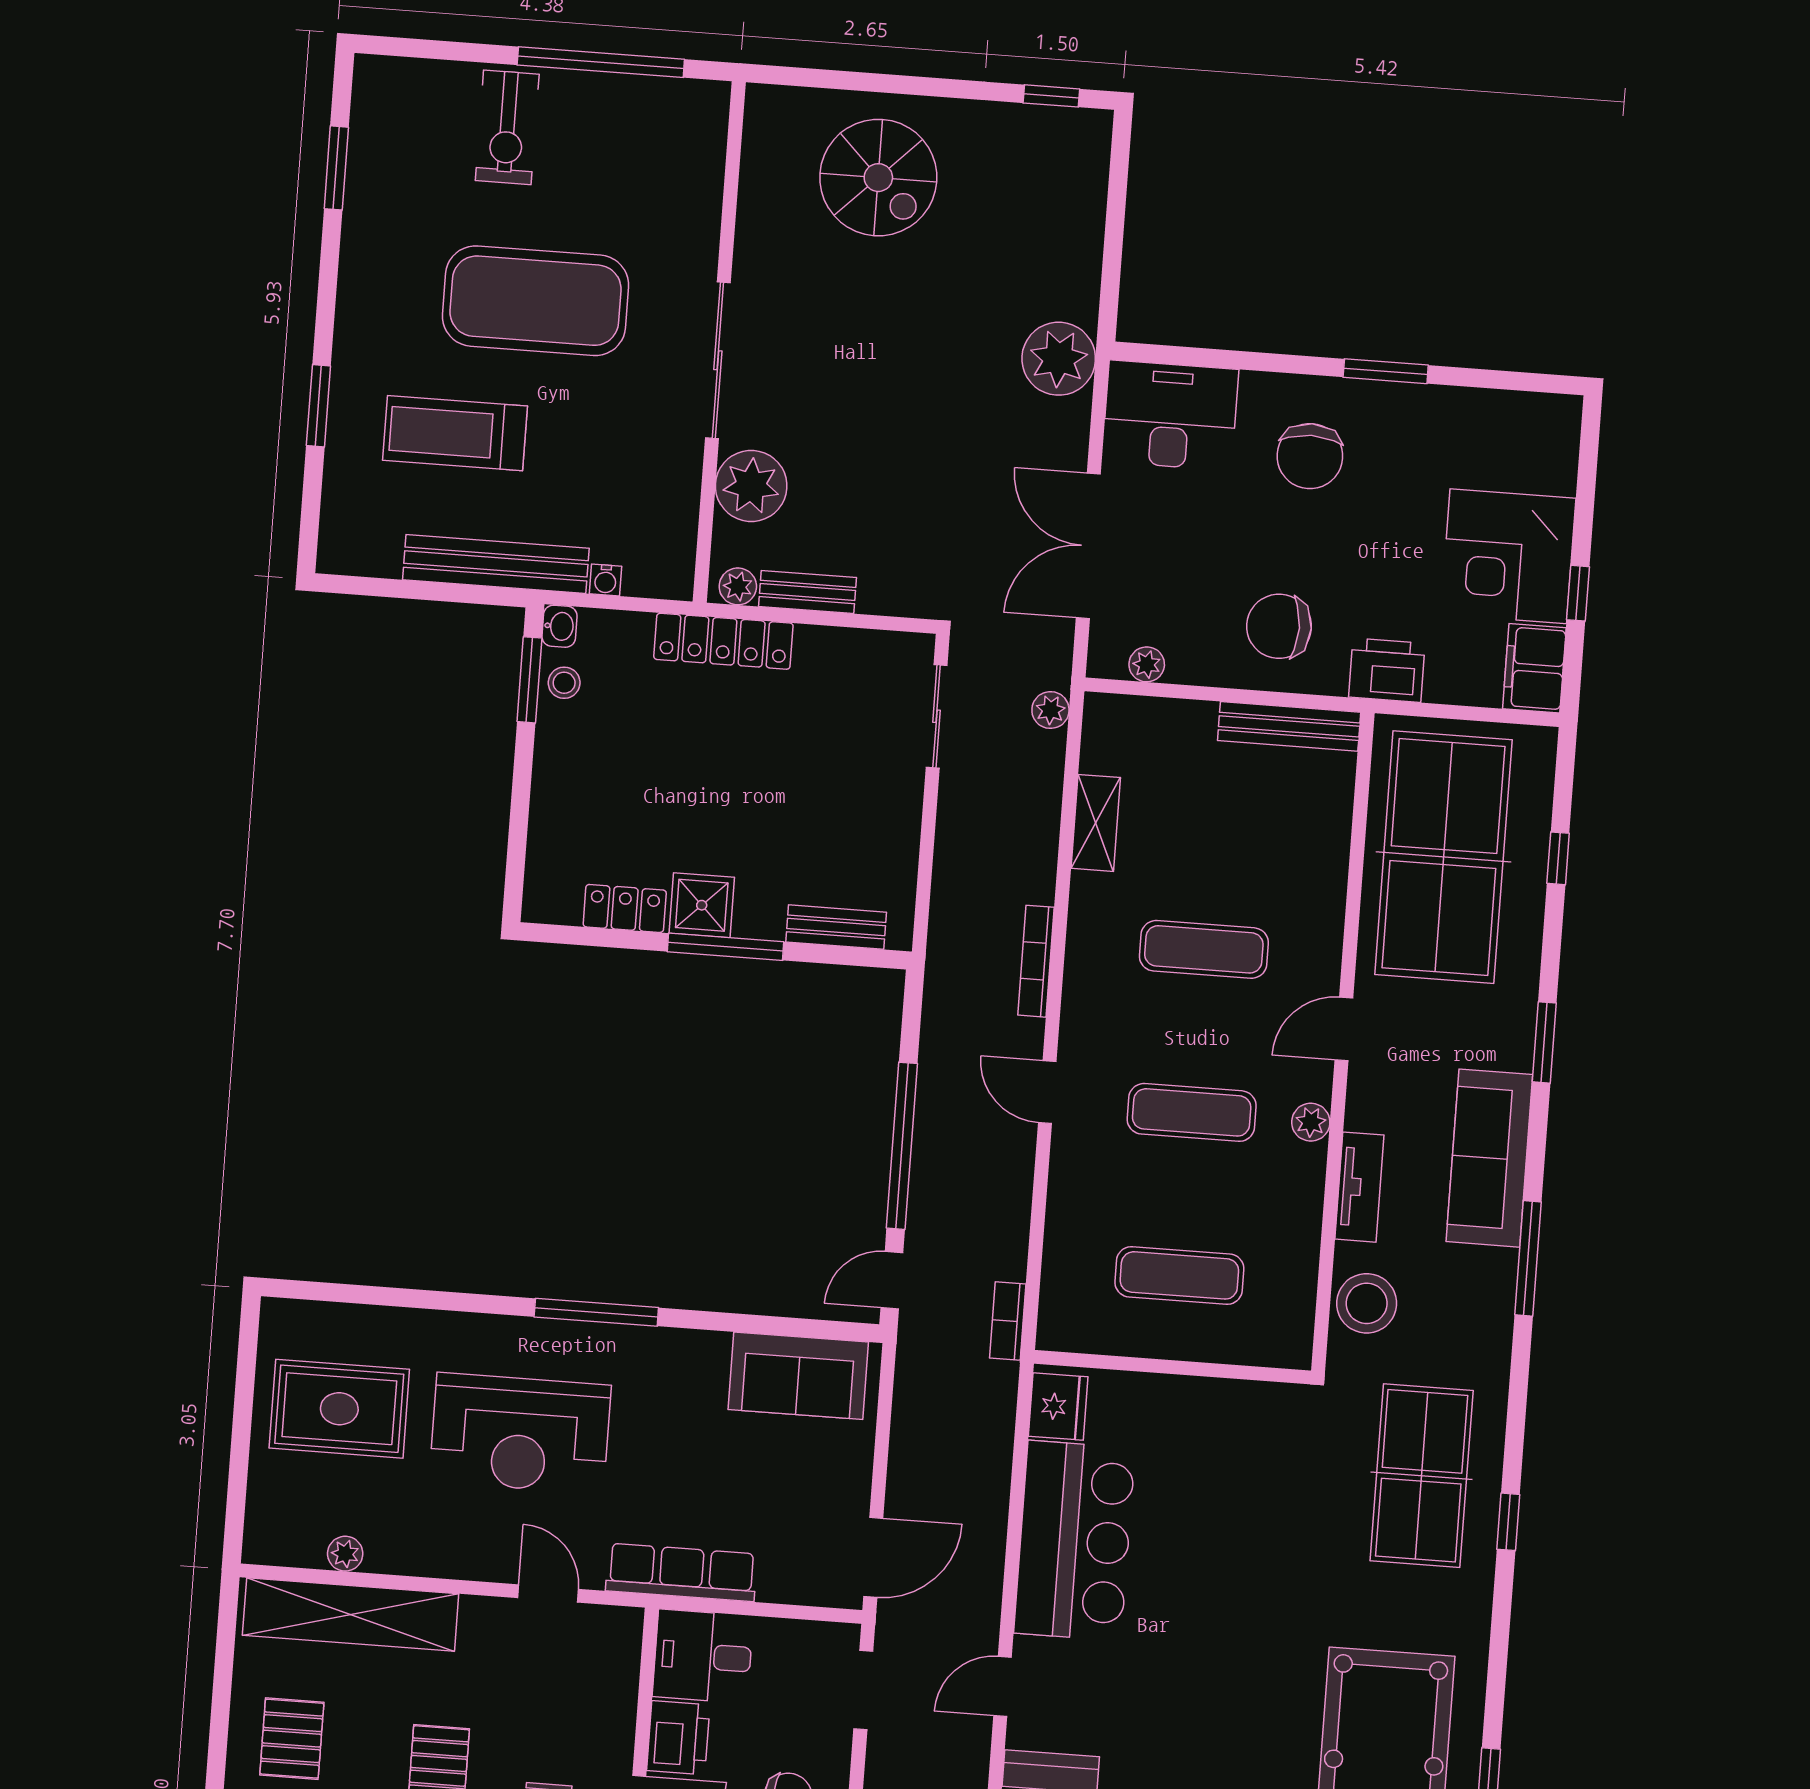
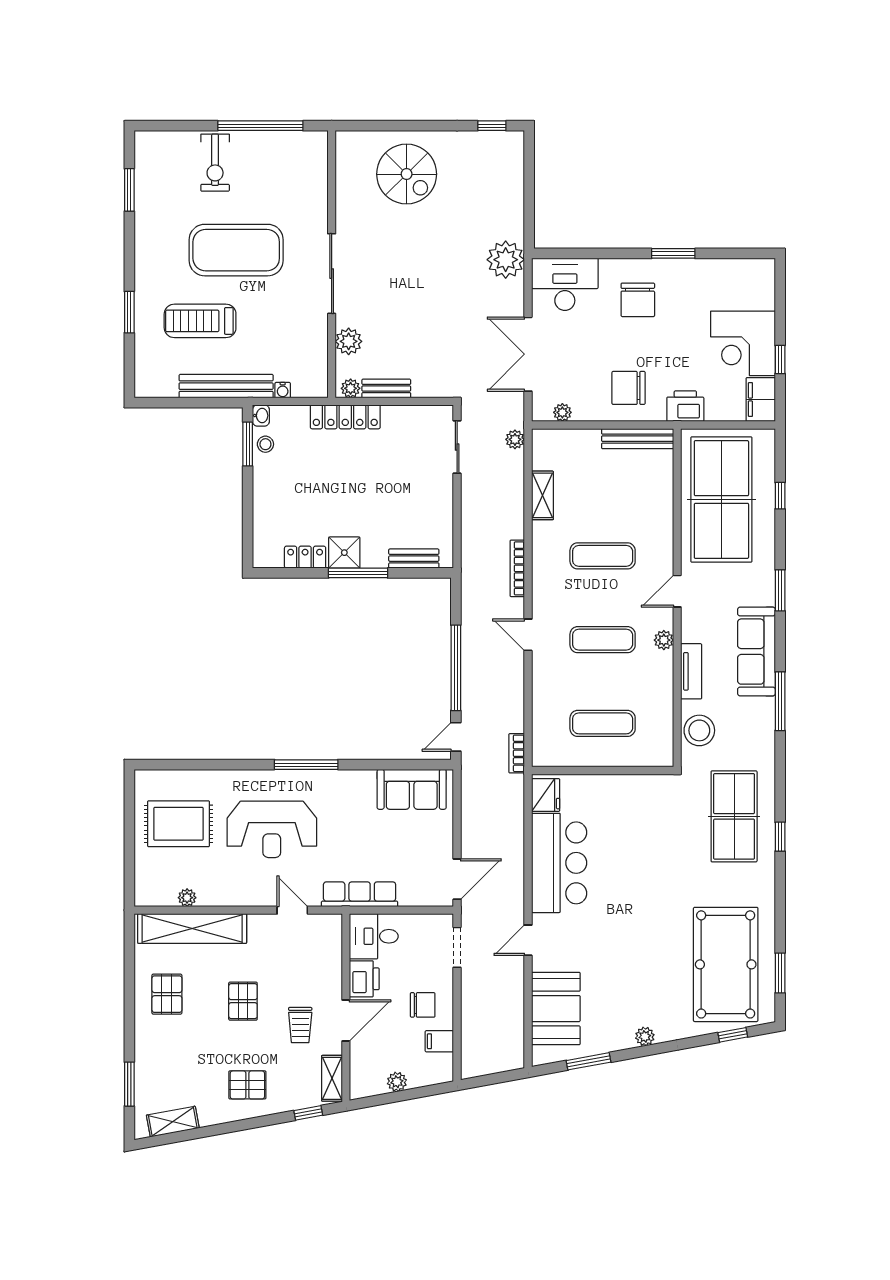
plant: (751, 486) -> (349, 341), width x0.73, depth x0.73

